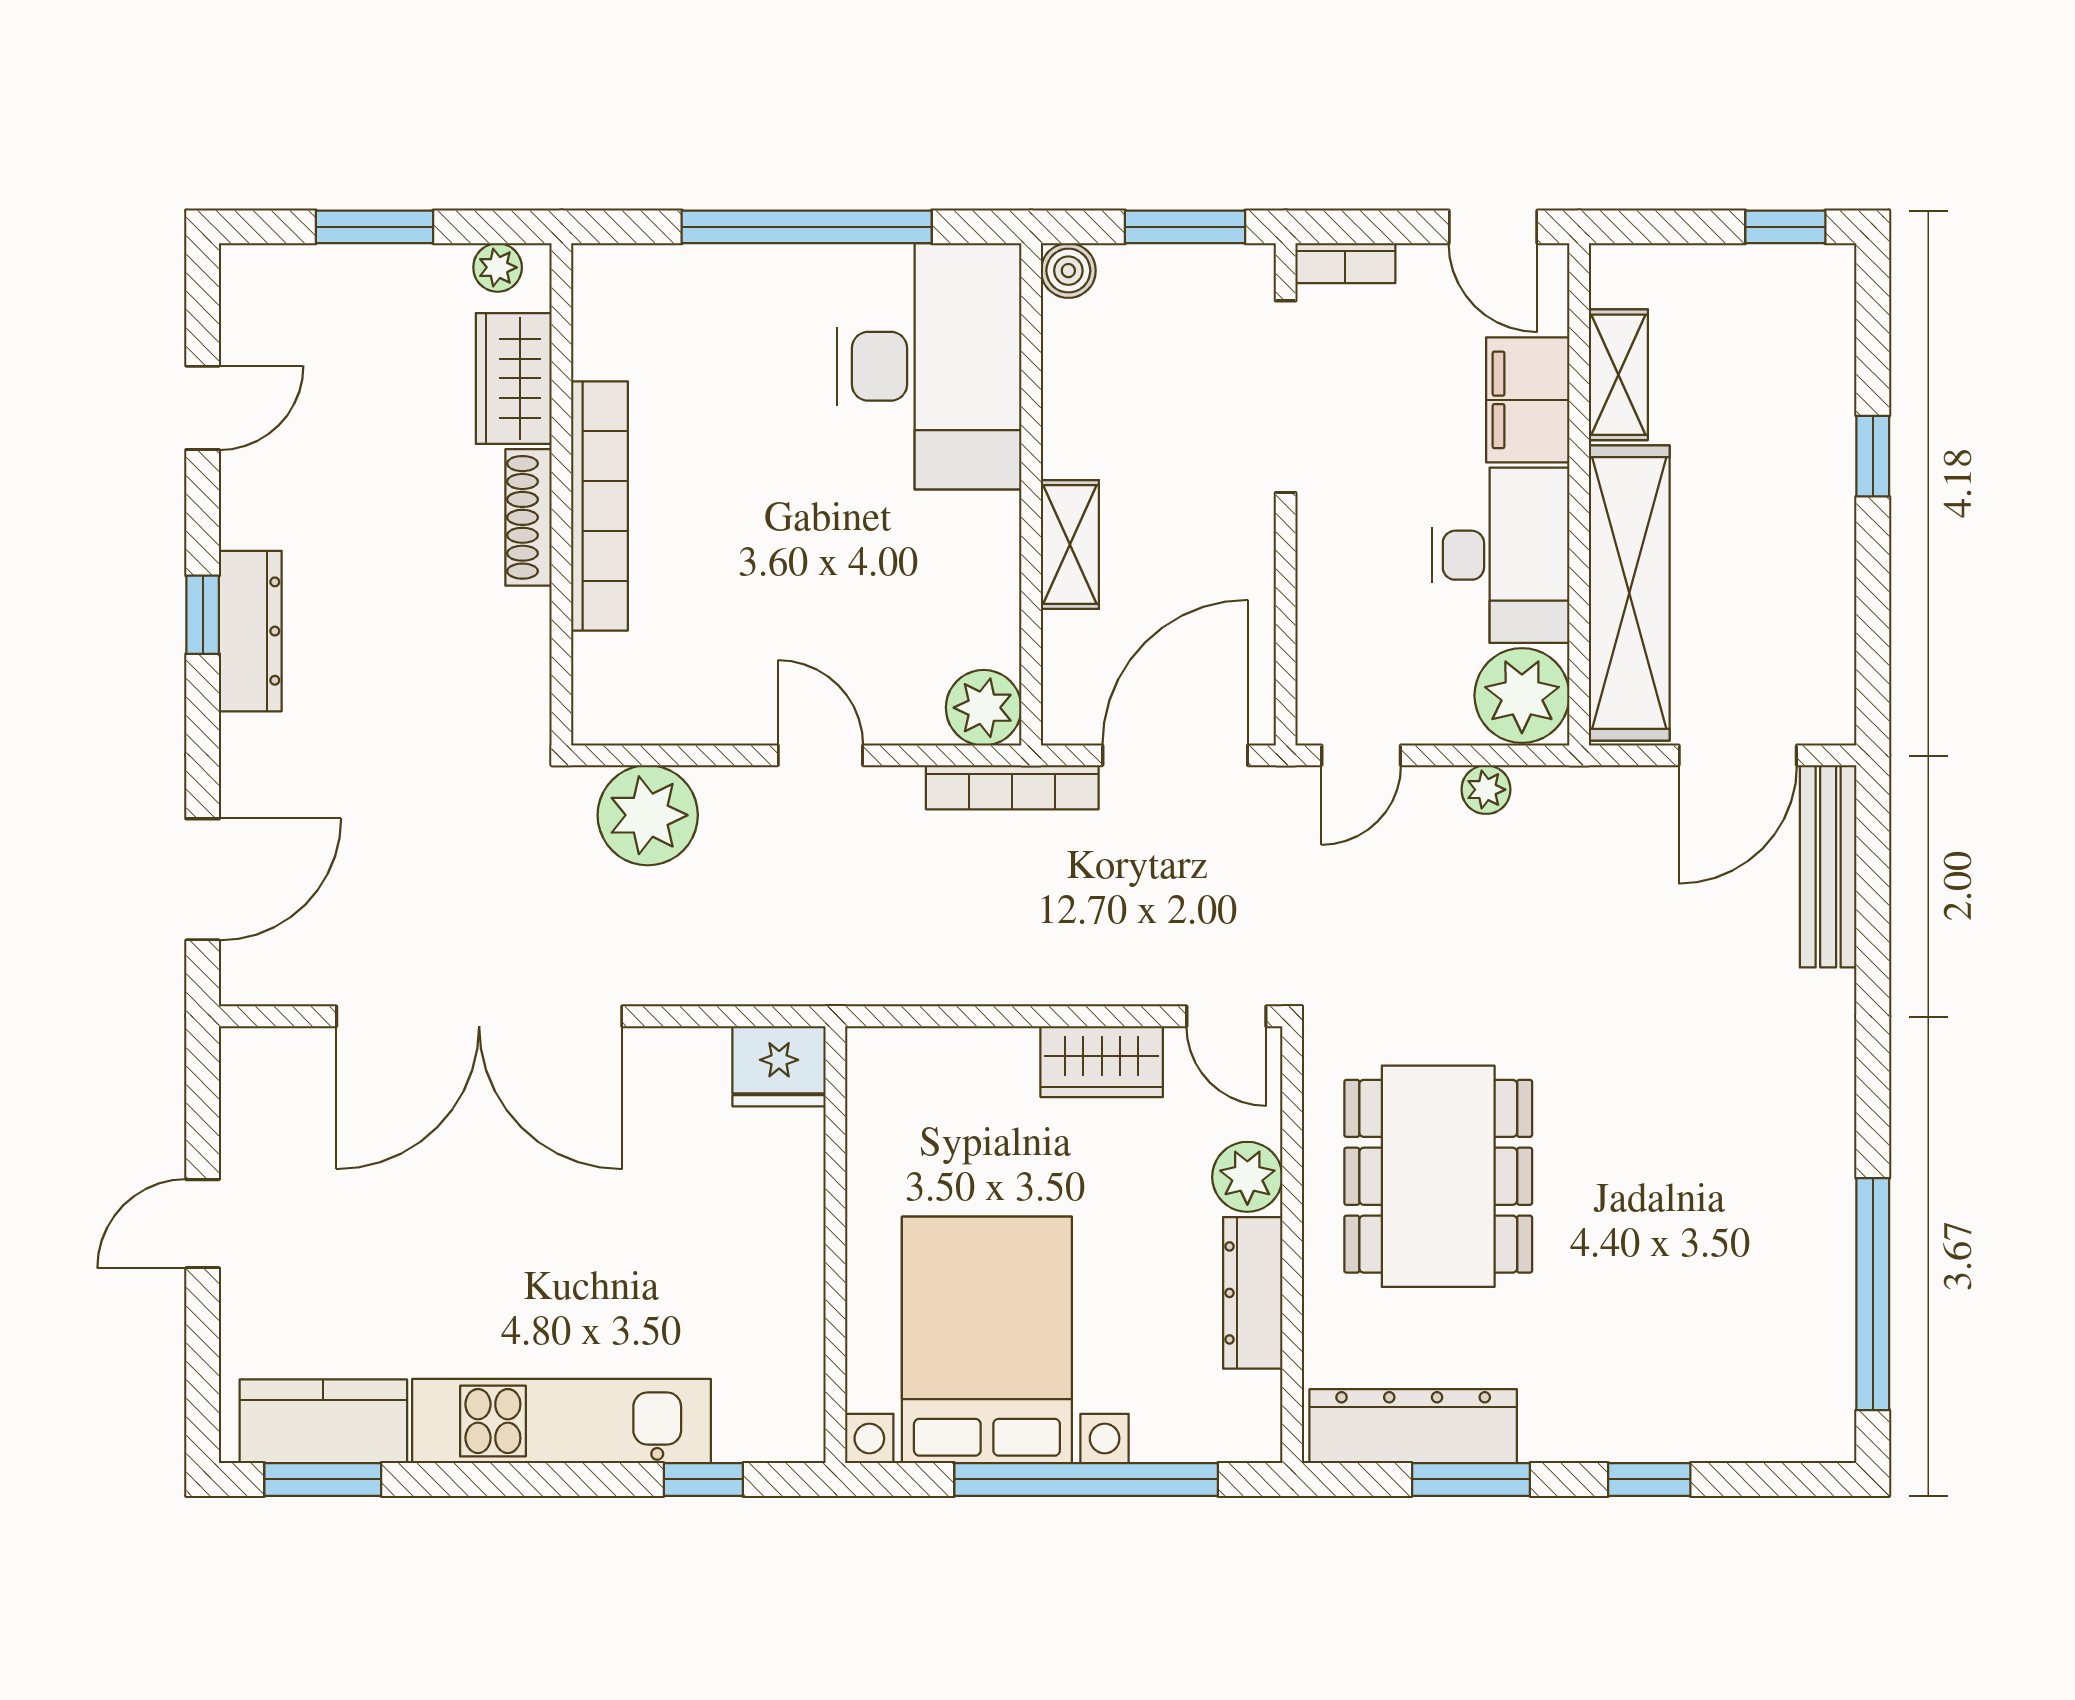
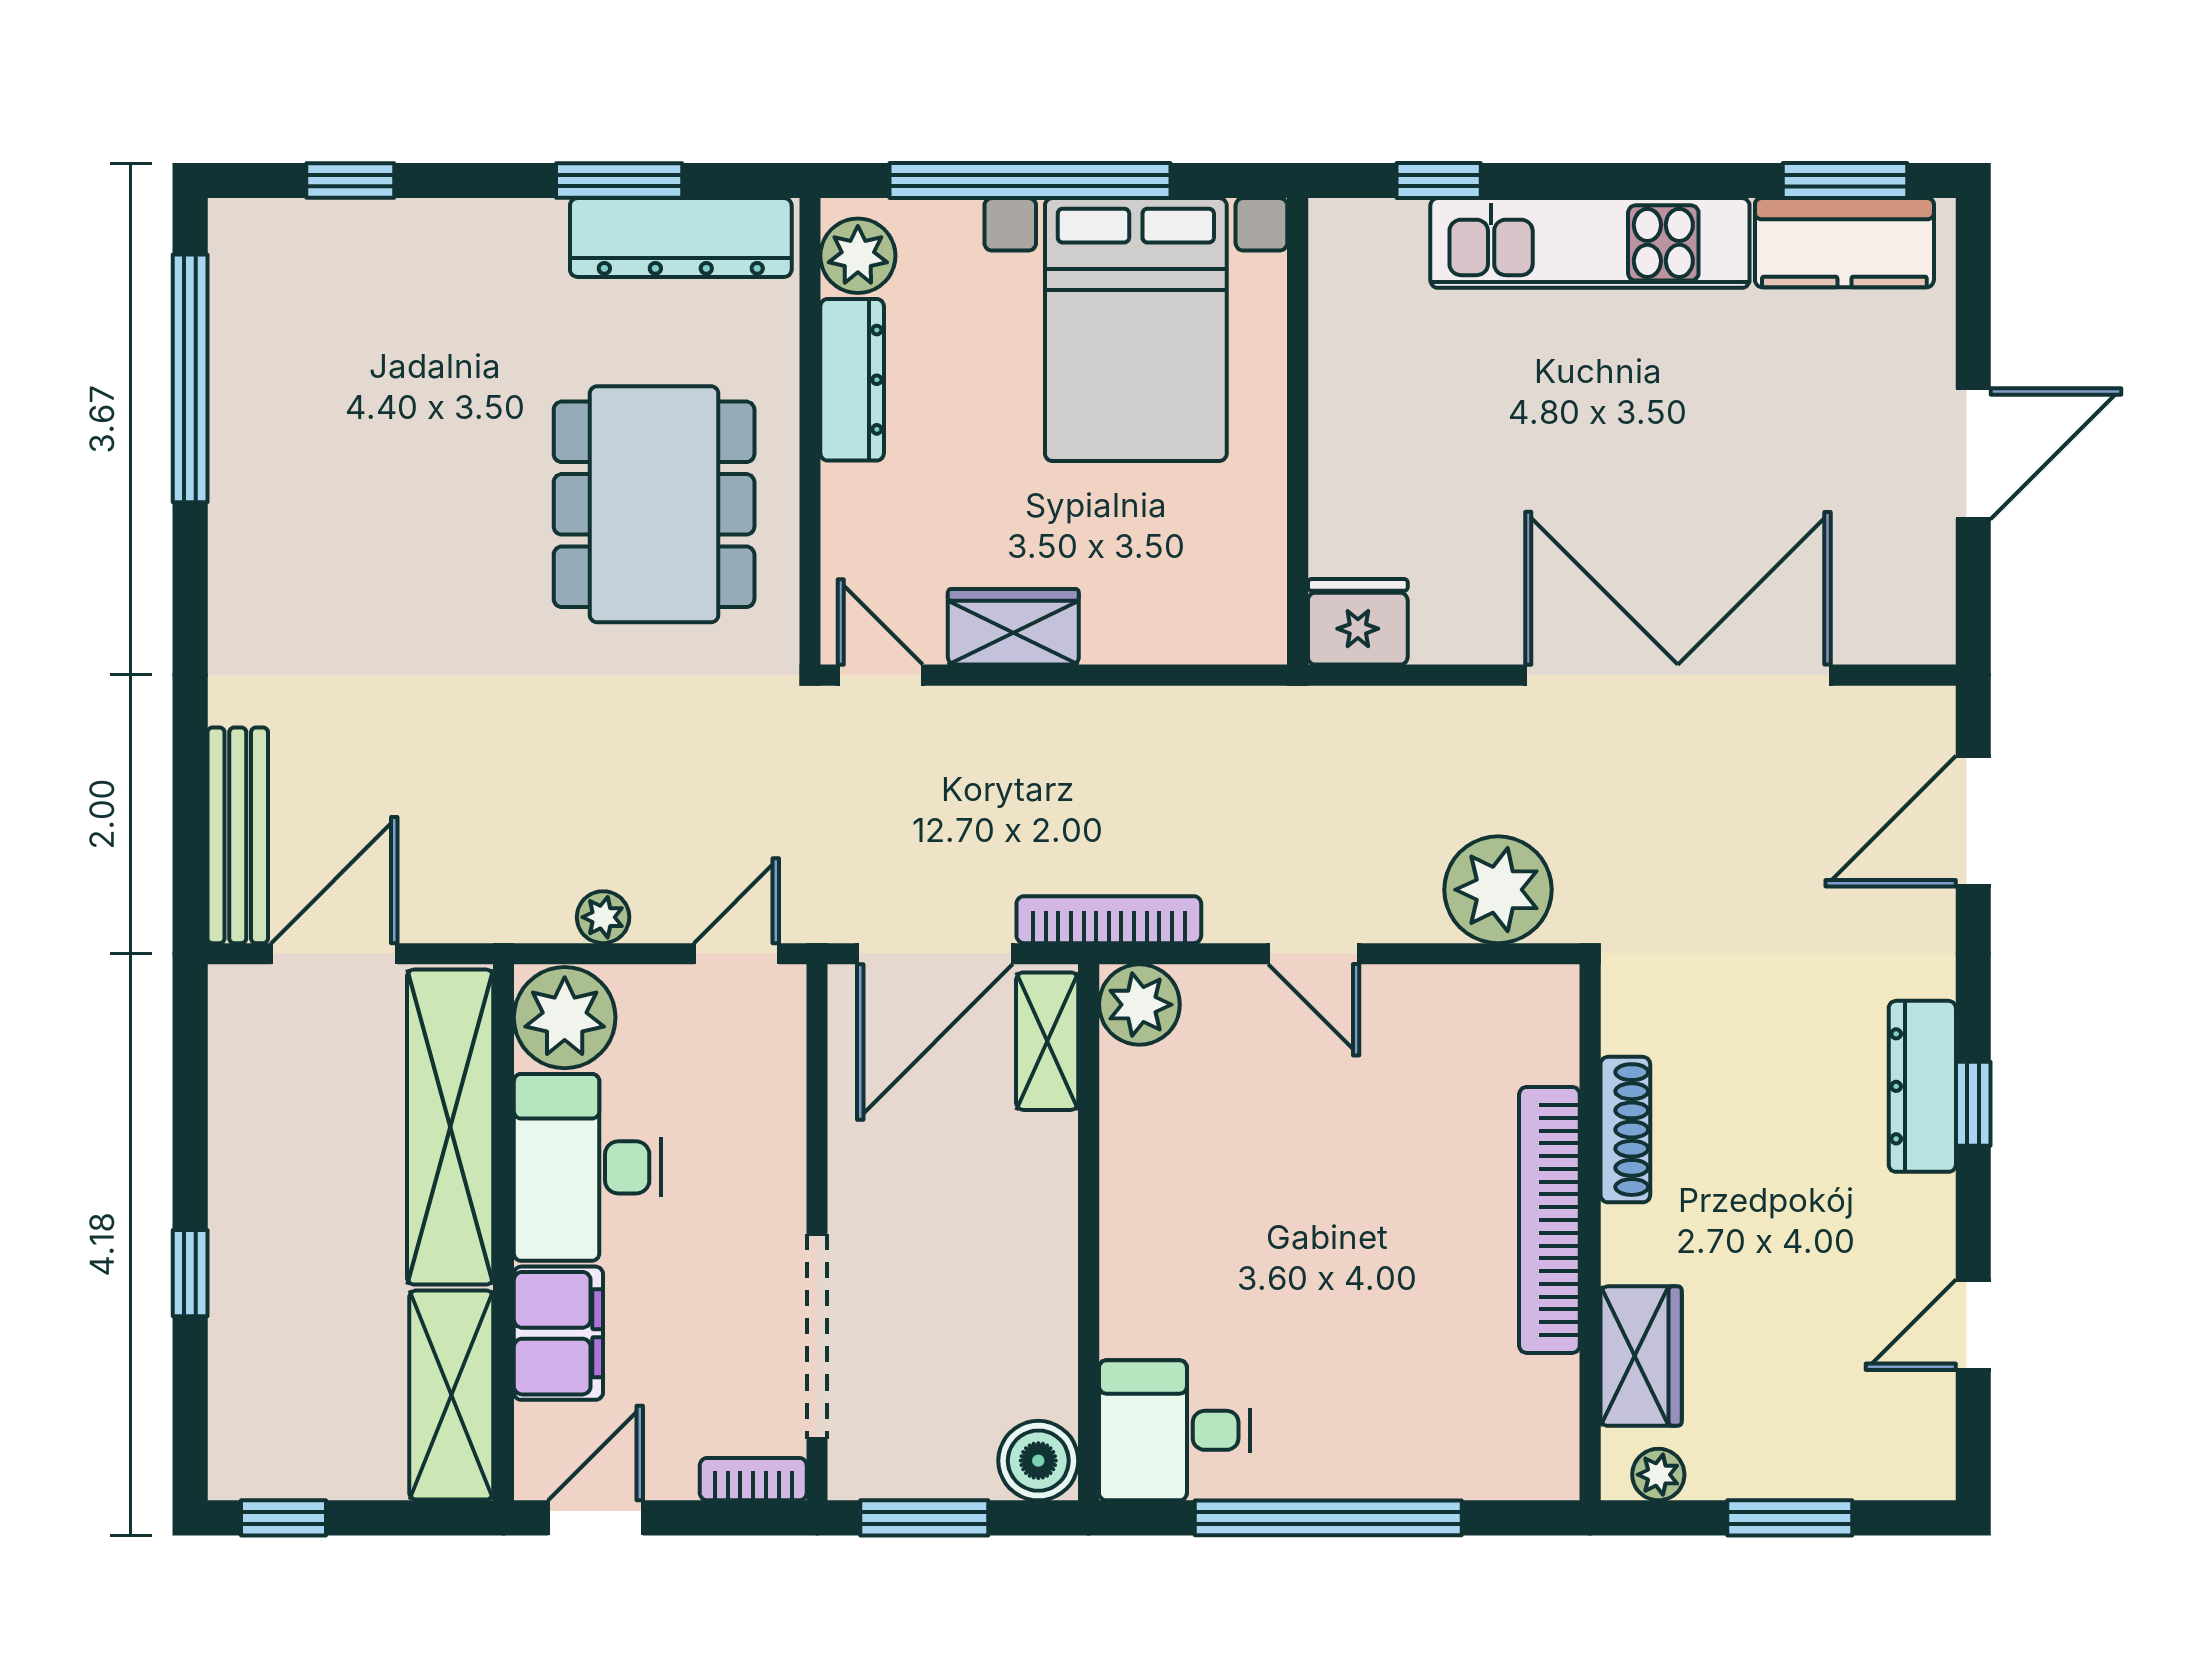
door: (1493, 227) -> (596, 1518), hinge flipped
boiler: (1068, 271) -> (1038, 1461), width x1.36, depth x1.36
desk: (929, 366) -> (1175, 1430), width x0.53, depth x0.77
shelving: (1618, 375) -> (451, 1395), width x1.50, depth x1.33
shoe rack: (528, 517) -> (1625, 1130), moved
shelving: (1070, 544) -> (1047, 1041), moved
plant: (1247, 1177) -> (858, 256), moved
door: (203, 1224) -> (1973, 454), width x1.38
window: (1649, 1479) -> (350, 181), moved

